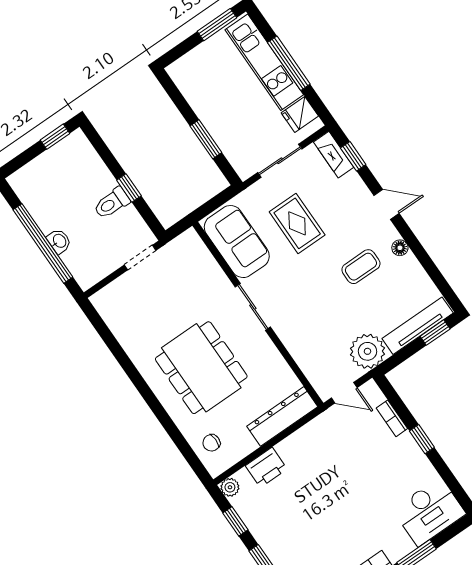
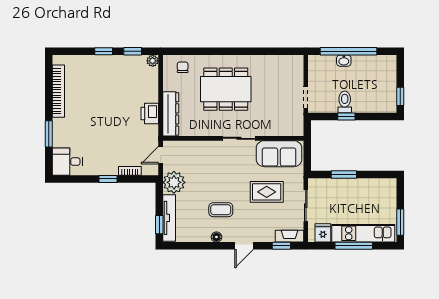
coffee table: (361, 267) -> (221, 210), turned 90
printer: (266, 467) -> (150, 114), moved
desk: (429, 512) -> (67, 162), width x0.73

